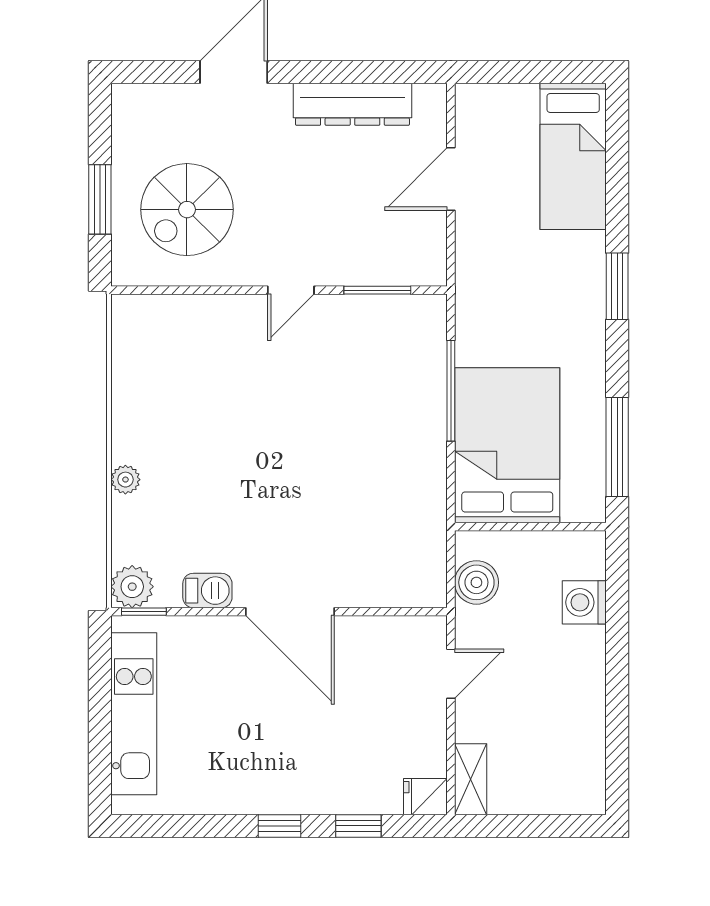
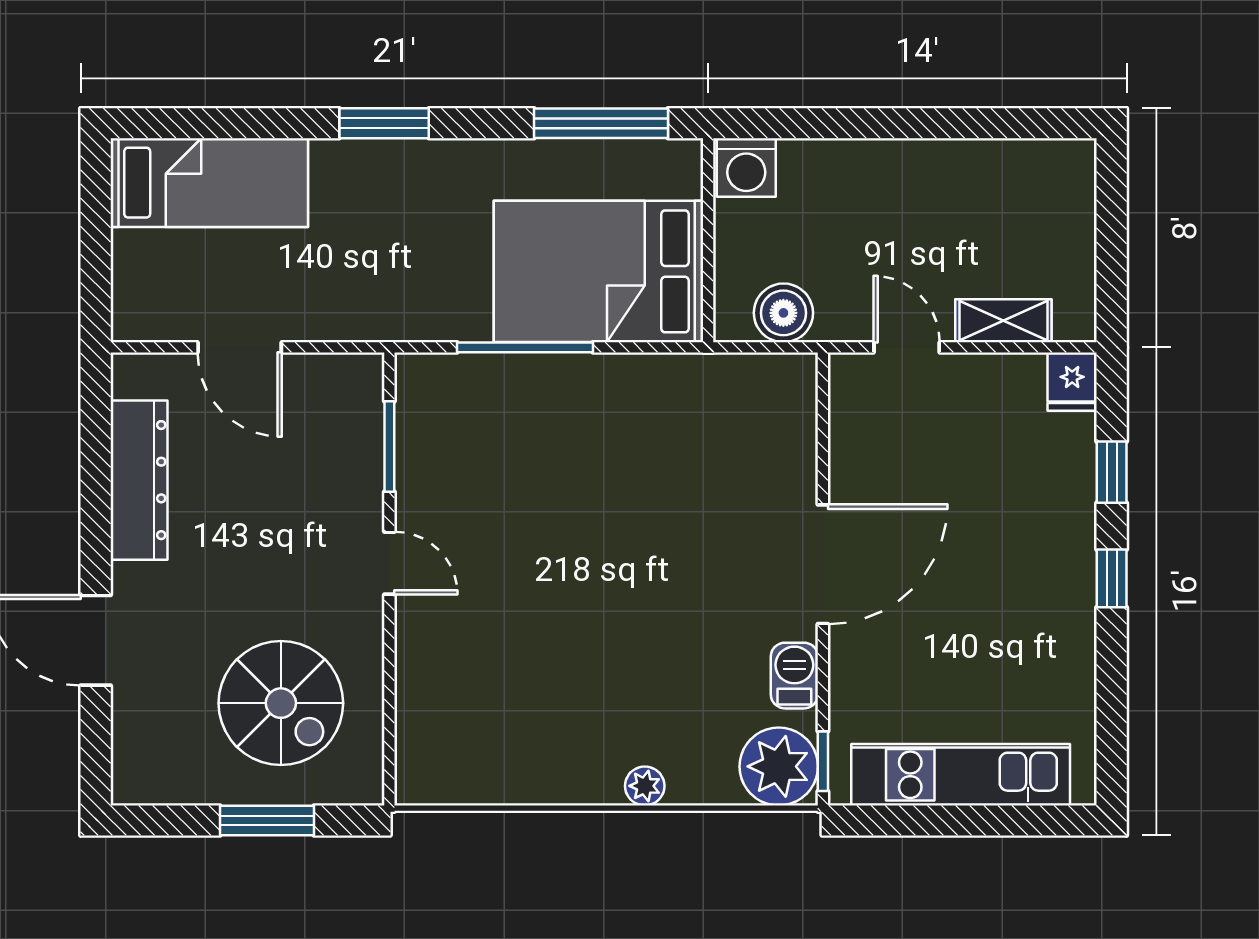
plant: (132, 587) -> (779, 766), width x1.36, depth x1.36
washing machine: (584, 602) -> (746, 168), moved
shelving: (471, 779) -> (1003, 321), moved

